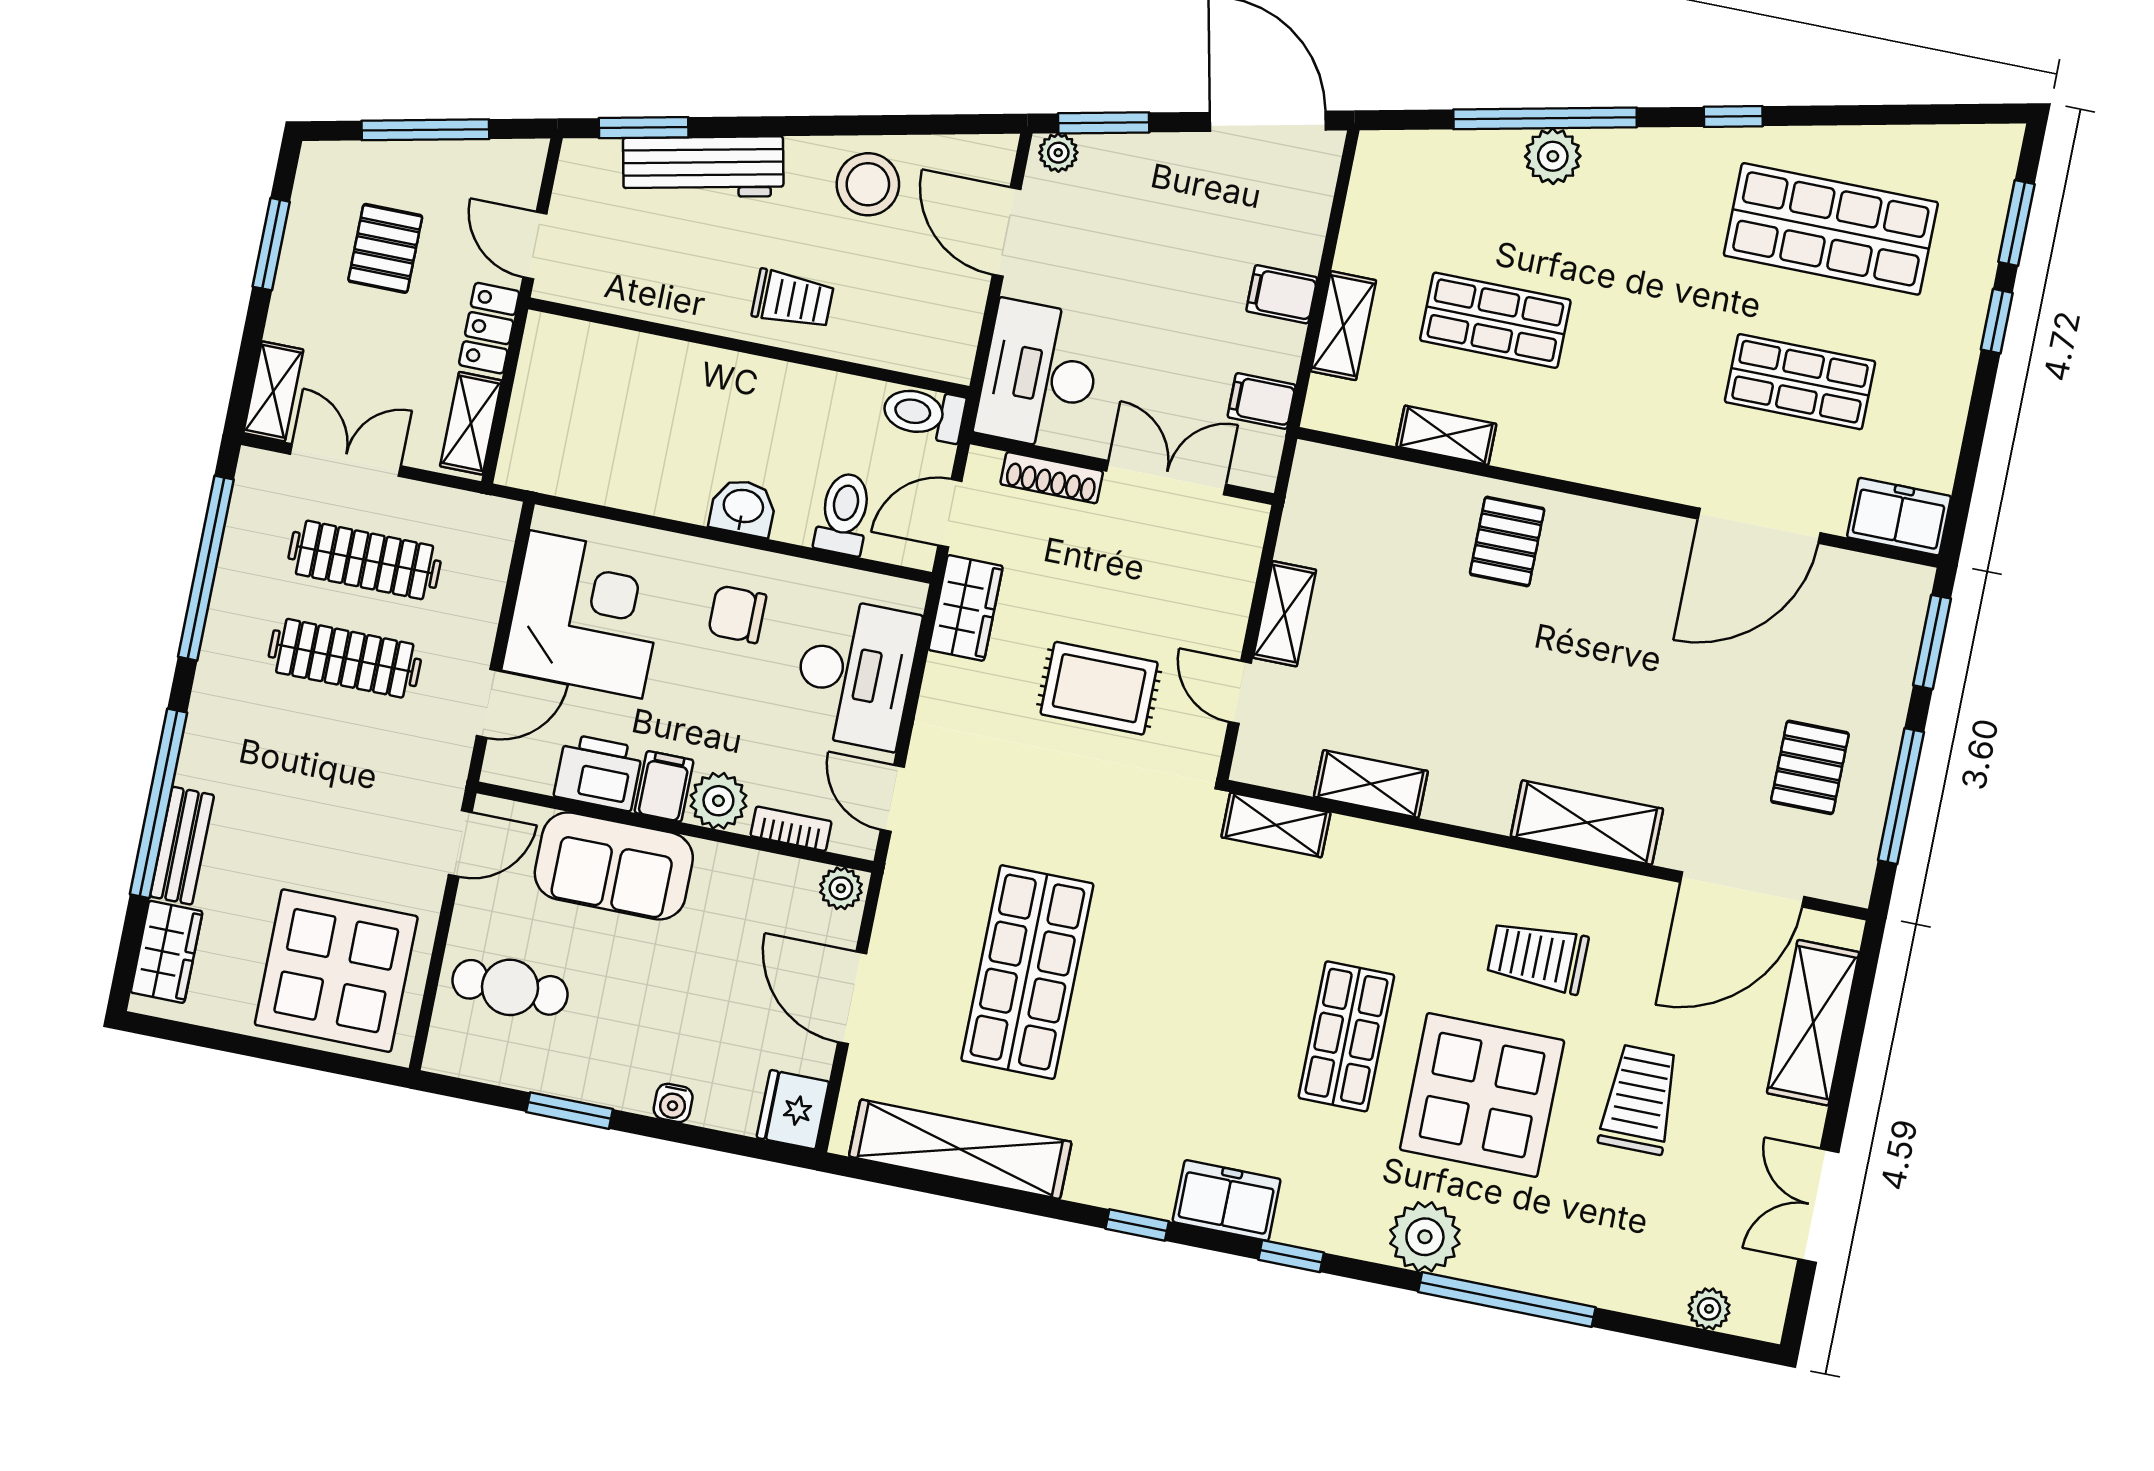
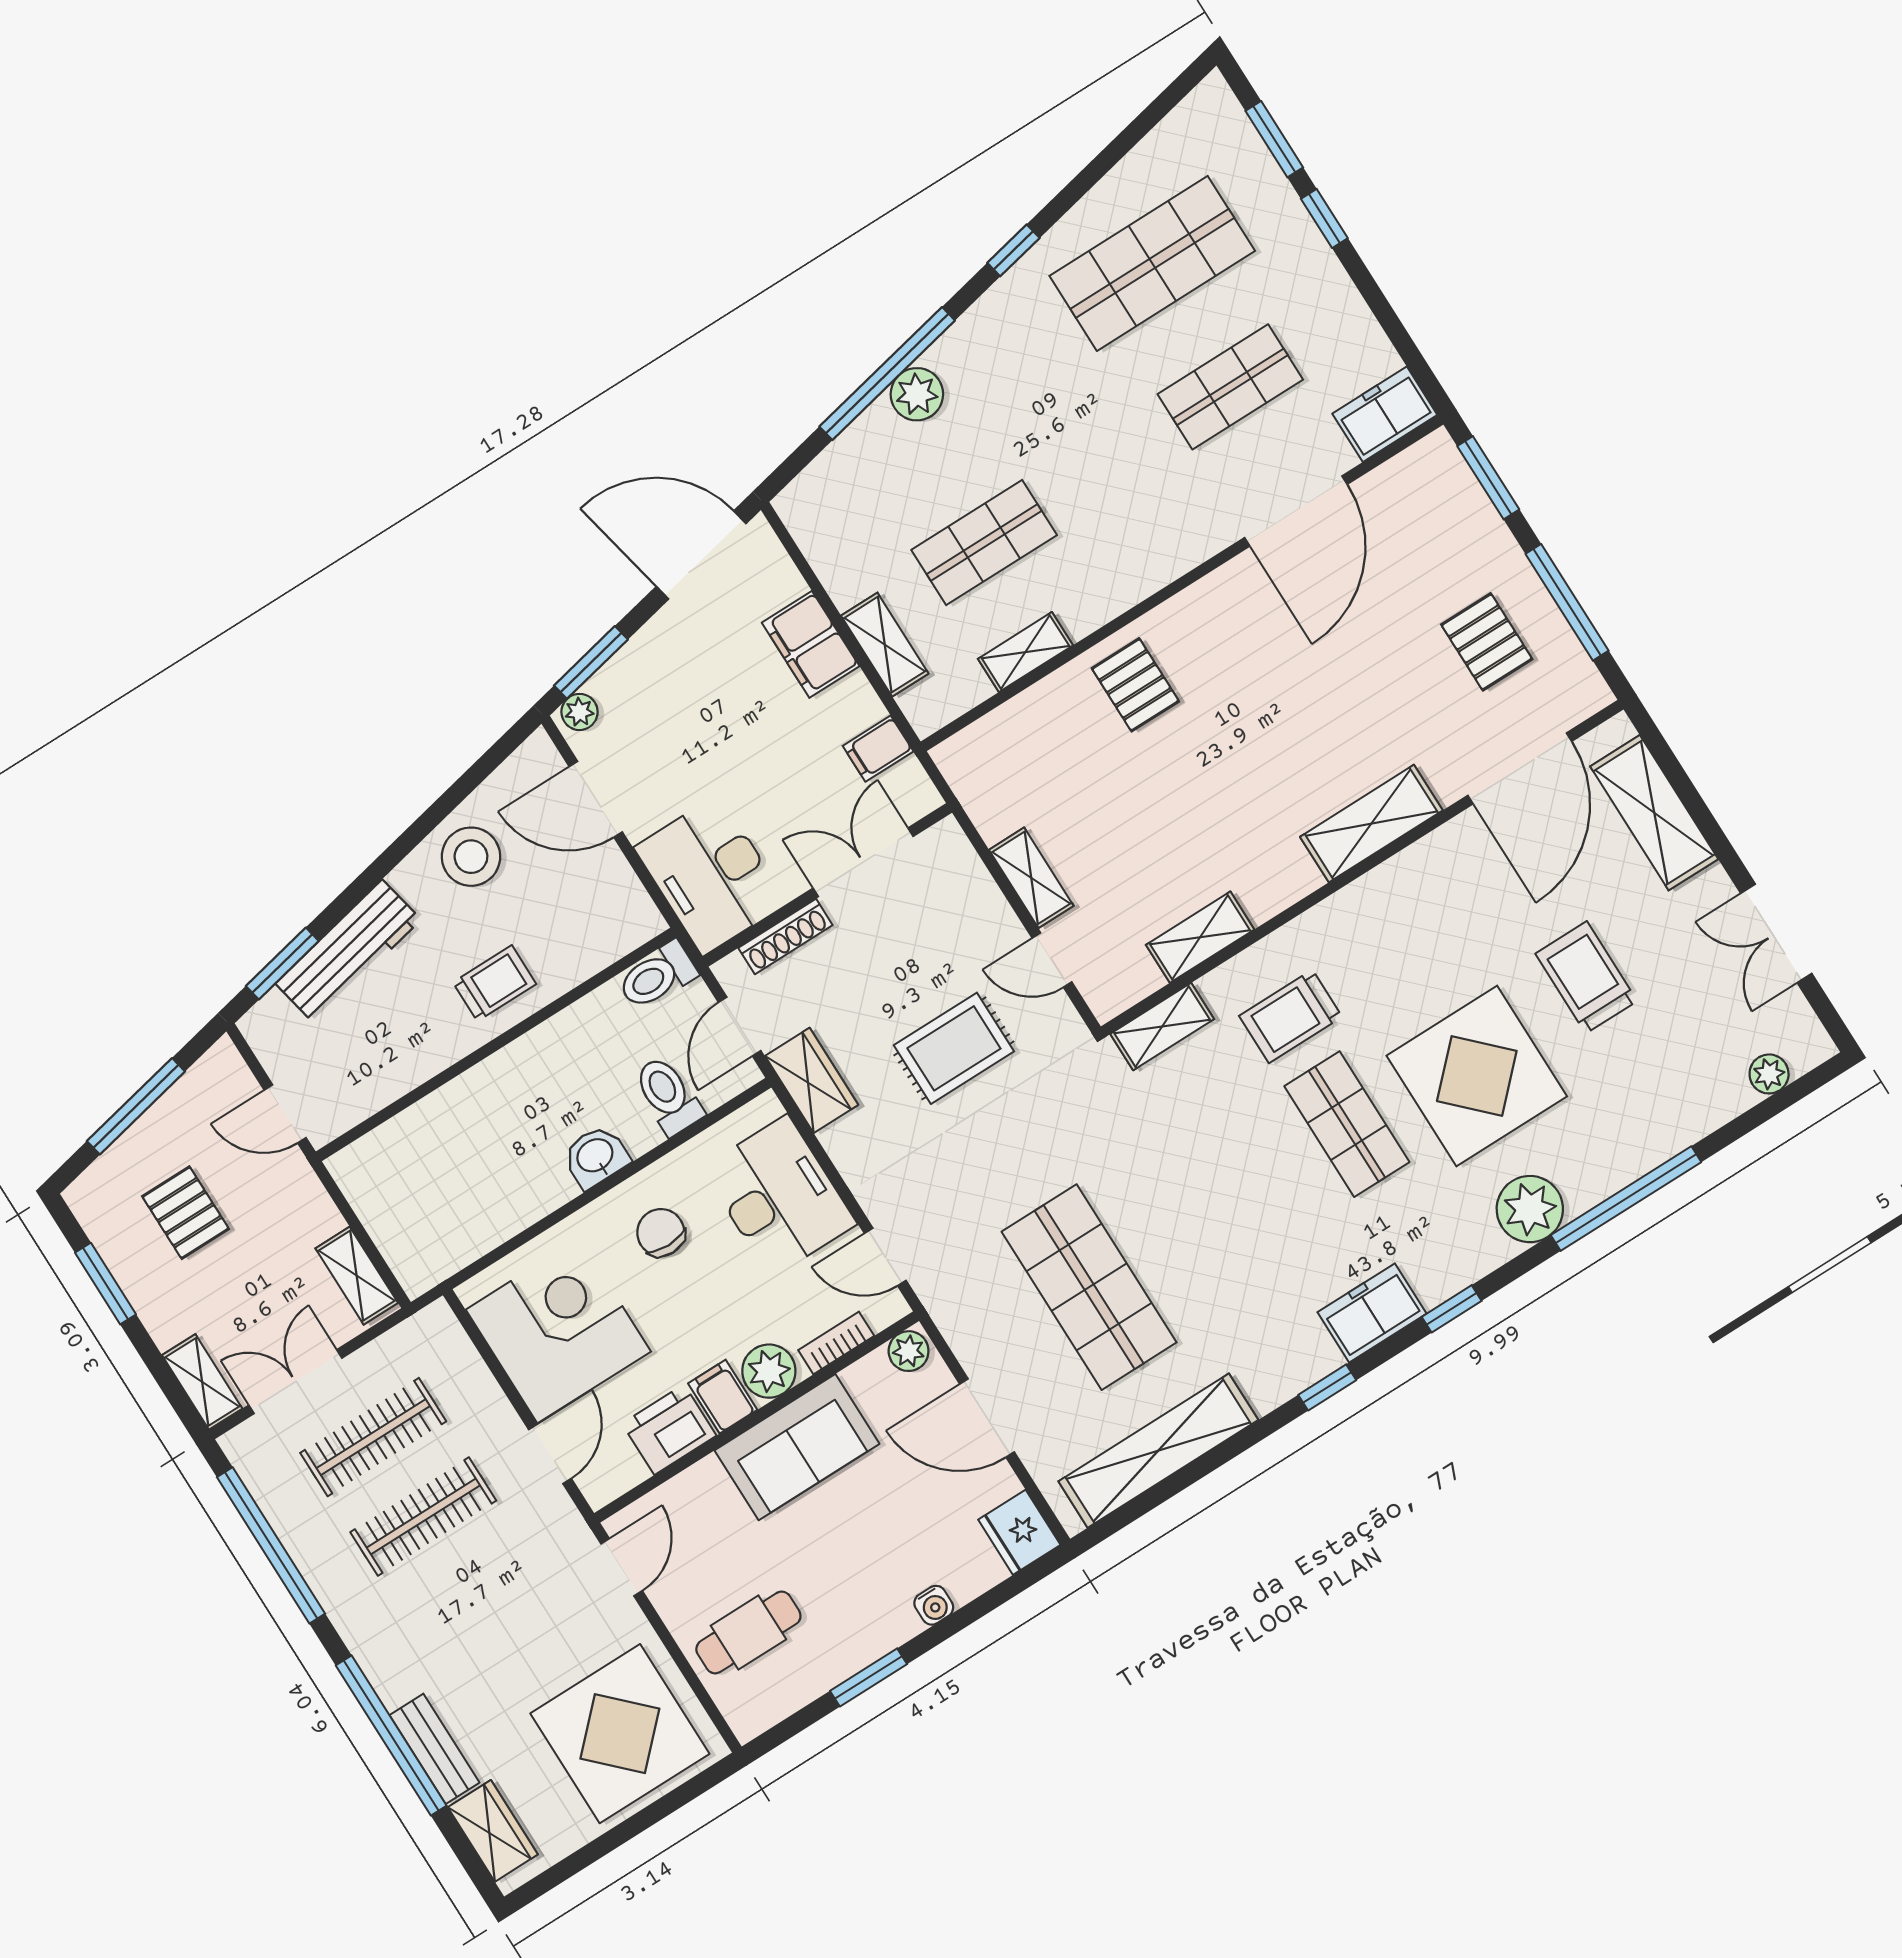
filing cabinet: (1282, 294) -> (811, 644), width x2.00
locker: (489, 328) -> (308, 1199), removed
chair: (737, 614) -> (661, 1233), turned 90
sofa: (614, 866) -> (797, 1447), moved
trolley: (1538, 957) -> (1291, 1016), moved

